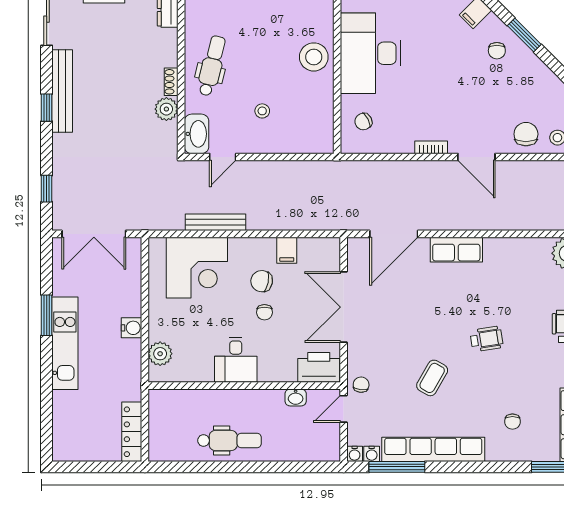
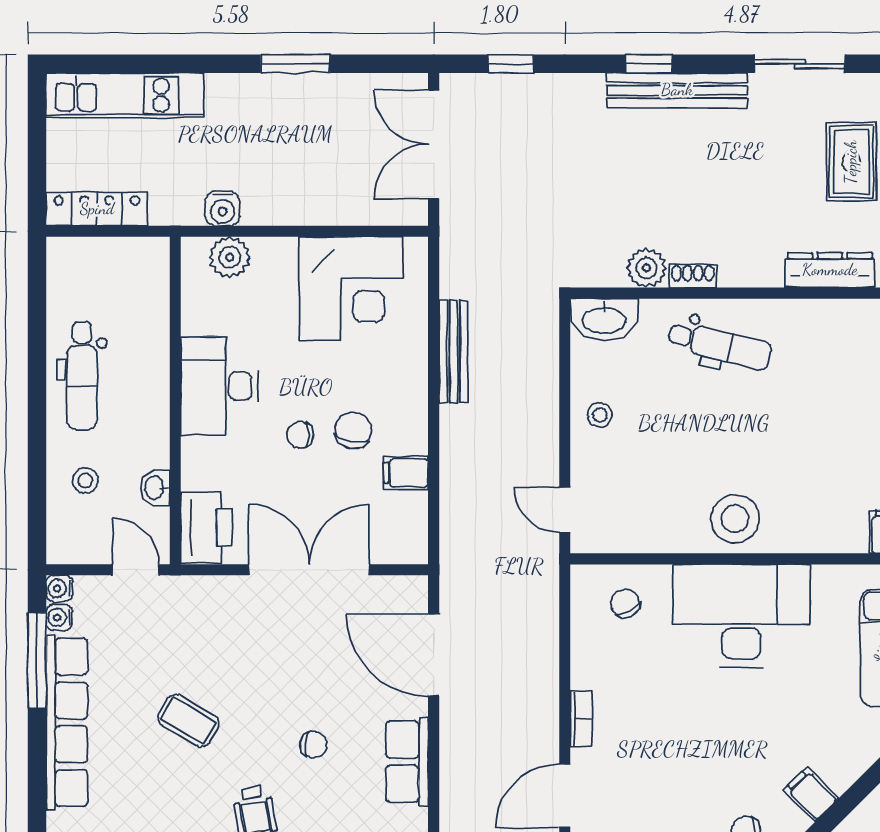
stool: (262, 111) -> (600, 415), moved
door: (223, 157) -> (565, 510), moved
corner desk: (197, 268) -> (351, 289), moved, turned -90
water cooler: (132, 328) -> (223, 209), moved
kitchen unit: (65, 343) -> (125, 95), moved
desk: (236, 360) -> (219, 386), width x1.37
chair: (361, 385) -> (313, 745), moved
stool: (291, 438) -> (85, 481), added

